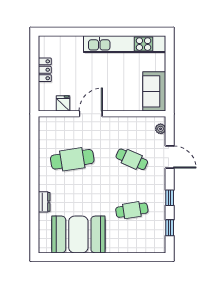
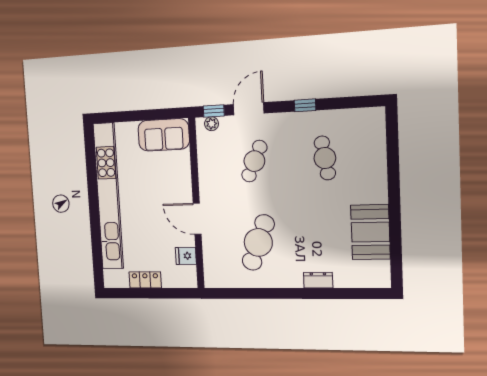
kitchen unit: (125, 44) -> (108, 196), width x1.36
cafe table: (72, 159) -> (258, 242), turned 30
window: (170, 228) -> (214, 111), moved
booth: (78, 234) -> (370, 232), width x0.73, depth x0.70

